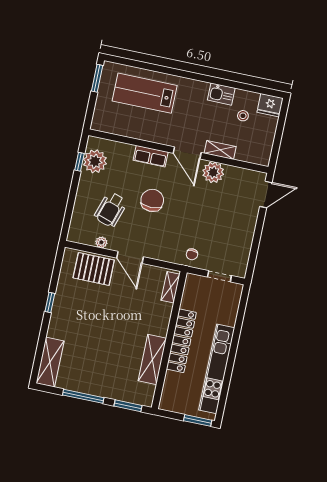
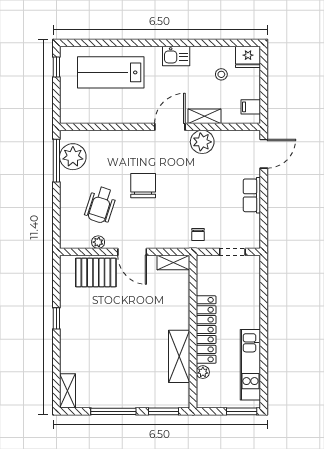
window: (97, 78) -> (56, 67), width x0.67
kitchen sink: (221, 94) -> (176, 56), moved
filing cabinet: (263, 150) -> (251, 107), added
door: (187, 153) -> (170, 127), swing flipped
row of seats: (151, 156) -> (252, 195), moved, turned 90
window: (80, 162) -> (56, 161), width x2.17
shelving: (170, 287) -> (173, 262), moved, turned 90
shelving: (50, 362) -> (68, 391), width x0.67, depth x0.75
kitchen unit: (217, 369) -> (250, 365), width x0.73
plant: (170, 378) -> (203, 372), added

